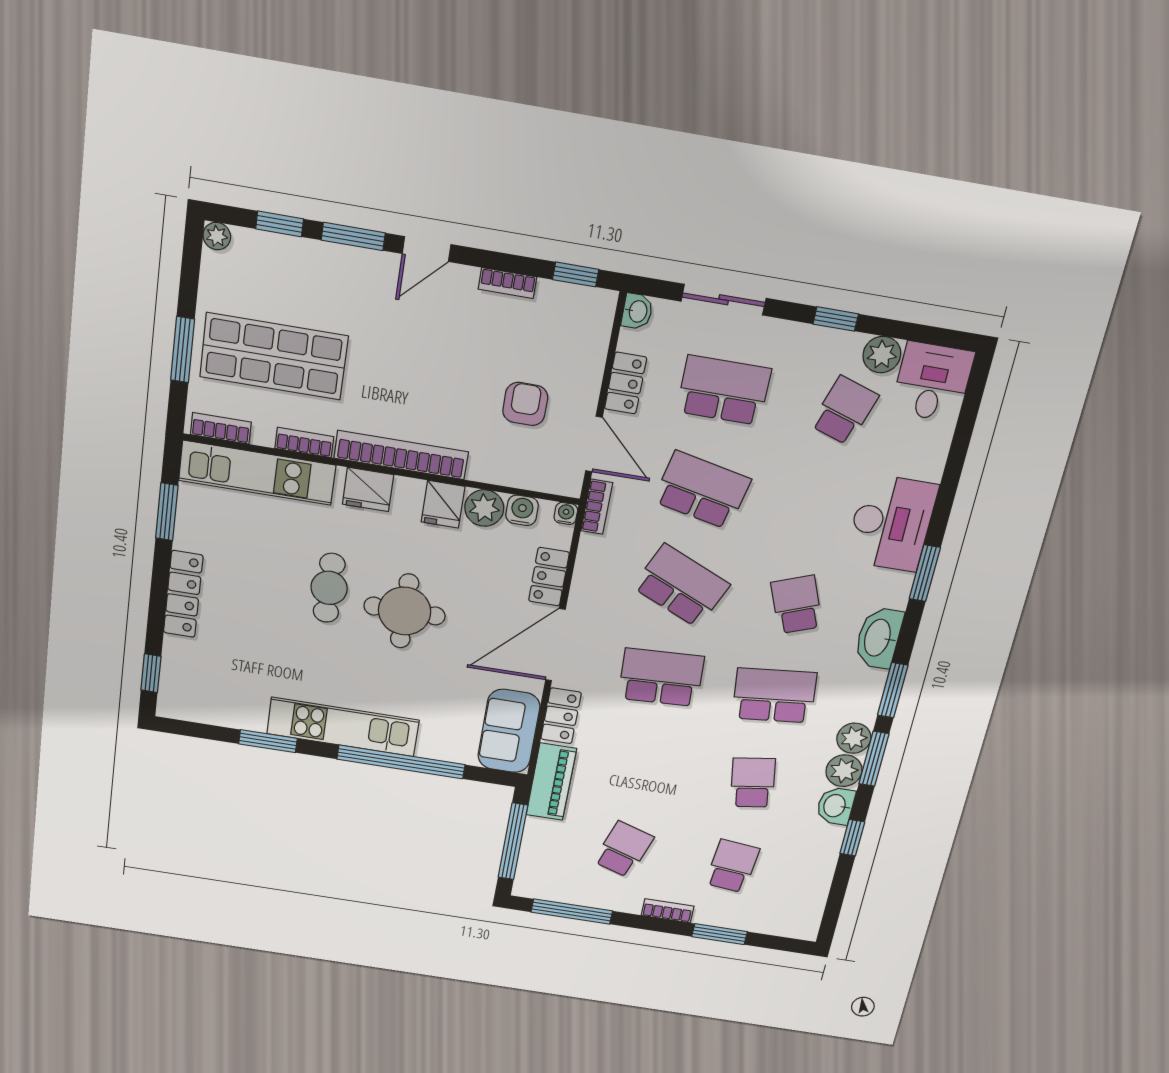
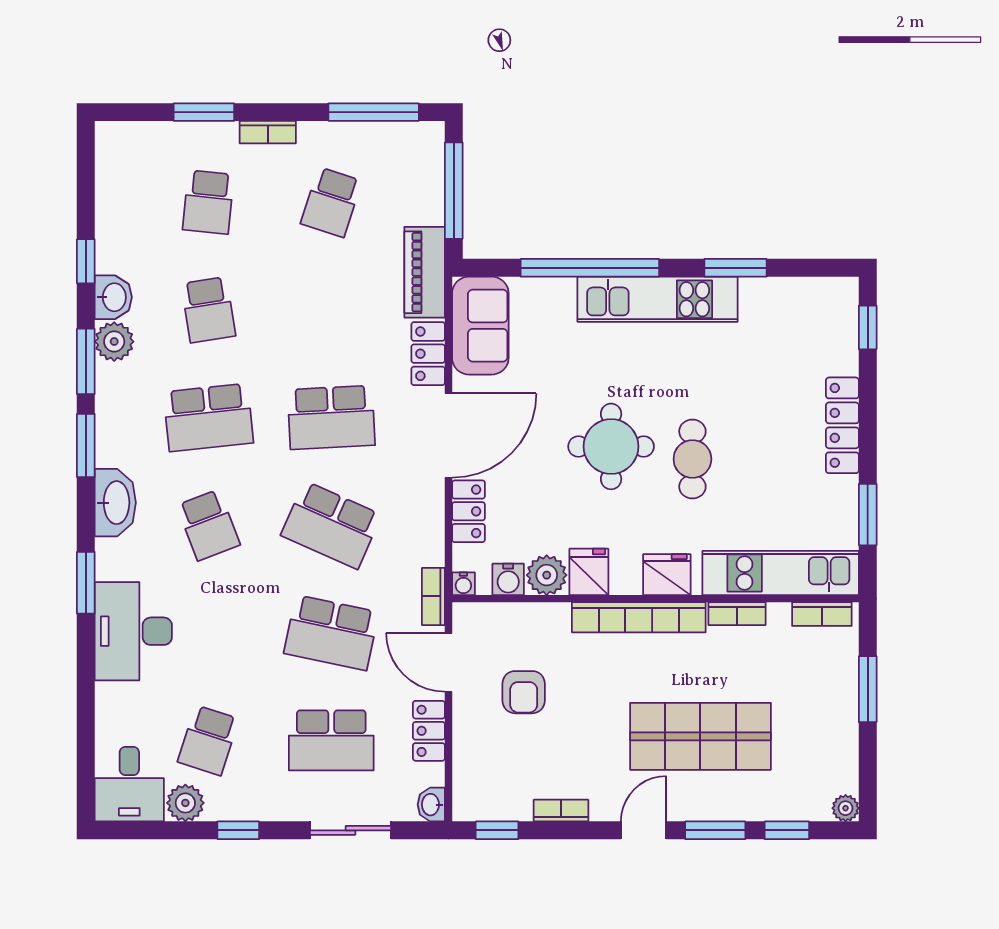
shop shelf: (274, 356) -> (700, 736), moved
plant: (854, 738) -> (113, 382), removed

